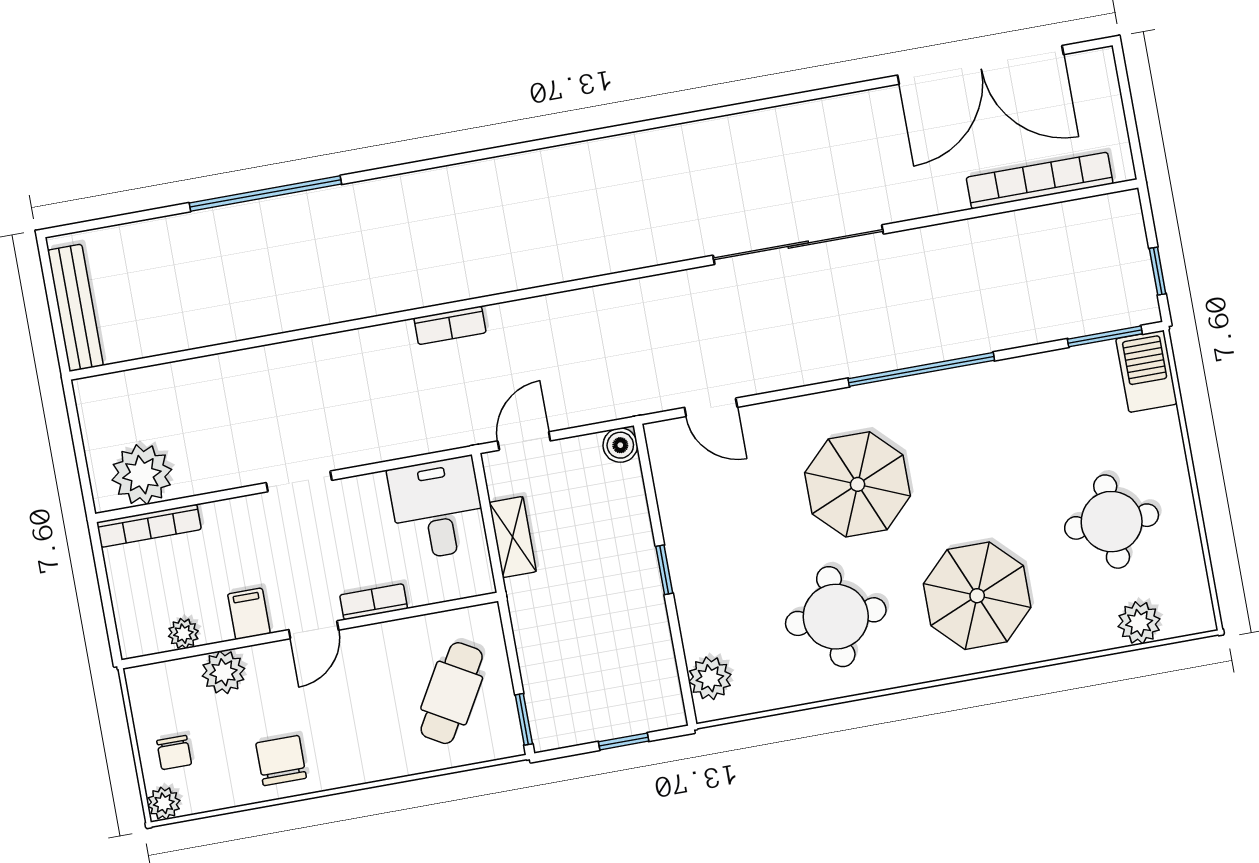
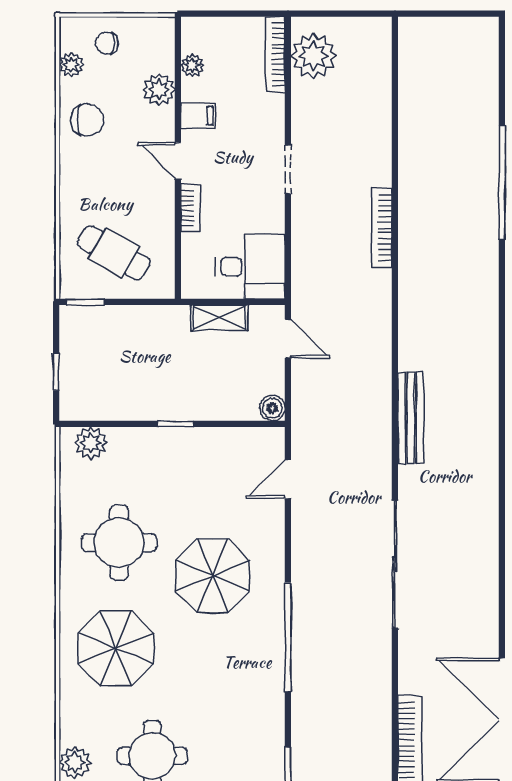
bench: (75, 308) -> (411, 418), moved, turned 90
bookcase: (450, 325) -> (382, 228), moved, width x1.56
plant: (164, 803) -> (71, 65), moved

